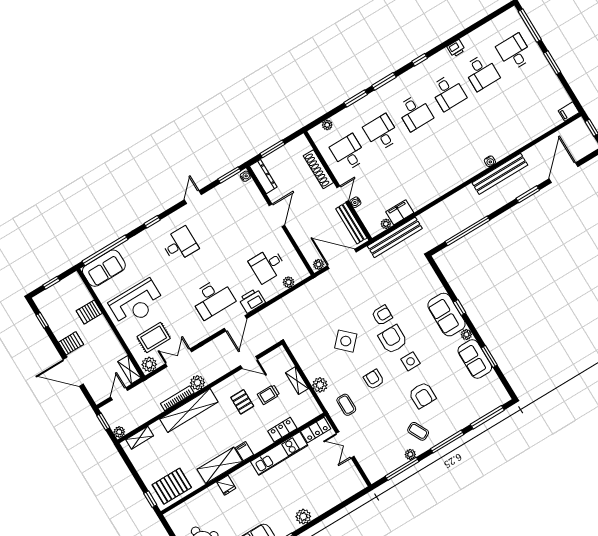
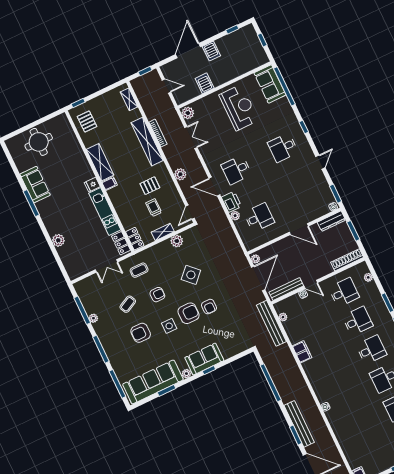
desk: (415, 113) -> (371, 350), turned 180
shoe rack: (318, 169) -> (347, 260), moved
bench: (500, 174) -> (299, 424), moved
door: (193, 197) -> (320, 162), hinge flipped
filing cabinet: (400, 212) -> (302, 352), moved
desk: (180, 244) -> (283, 148), turned 90
desk: (268, 265) -> (259, 217), turned 90
plant: (289, 282) -> (235, 216), moved
desk: (212, 298) -> (236, 170), width x0.73
reception desk: (136, 303) -> (239, 108), turned 180
server rack: (89, 312) -> (205, 83), moved
rug: (154, 337) -> (209, 119), removed
sofa: (475, 359) -> (153, 382), width x1.85, depth x1.27
door: (249, 362) -> (190, 212), moved
shelving: (130, 370) -> (185, 97), removed
plant: (197, 383) -> (180, 174), moved
plant: (320, 385) -> (177, 241), moved
locker: (282, 430) -> (135, 239), moved
coffee table: (418, 431) -> (128, 304), moved
plant: (119, 432) -> (135, 83), removed
double door: (345, 445) -> (106, 266), swing flipped
fridge: (226, 485) -> (92, 185), moved
pallet: (172, 486) -> (87, 121), width x0.67, depth x0.71
plant: (303, 517) -> (58, 240), moved

